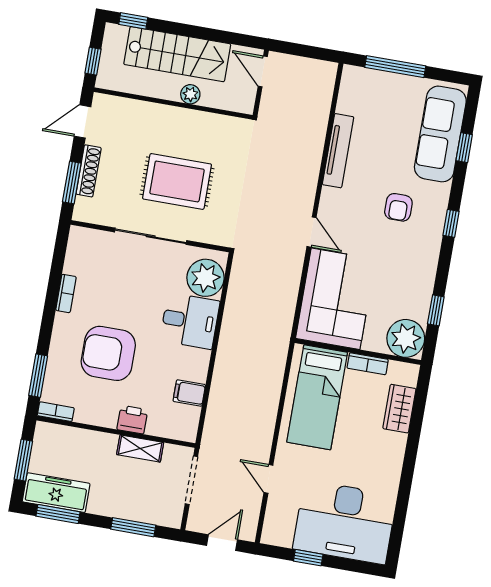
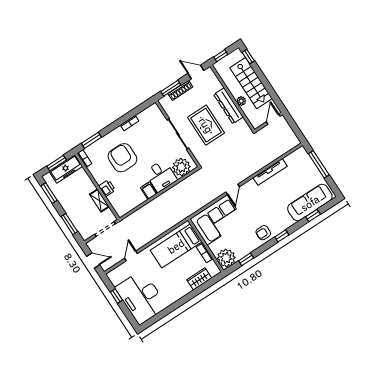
dresser: (180, 120) -> (228, 106), added
armchair: (398, 207) -> (263, 233), moved
filing cabinet: (189, 393) -> (149, 191), moved
freezer: (56, 493) -> (66, 169), moved, turned 90

